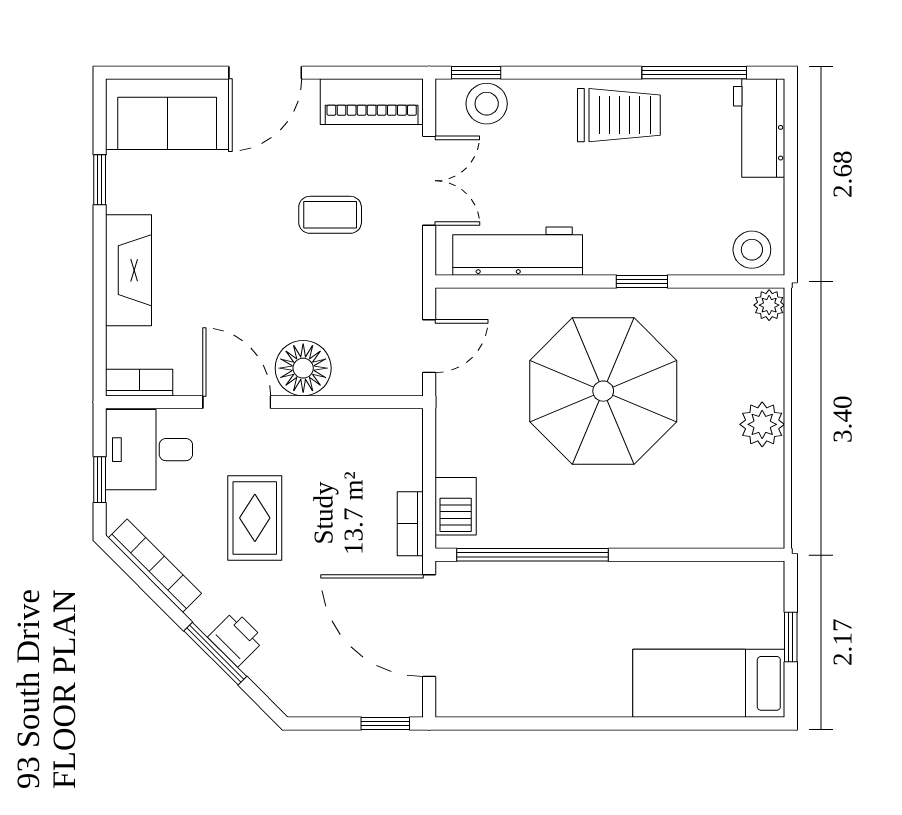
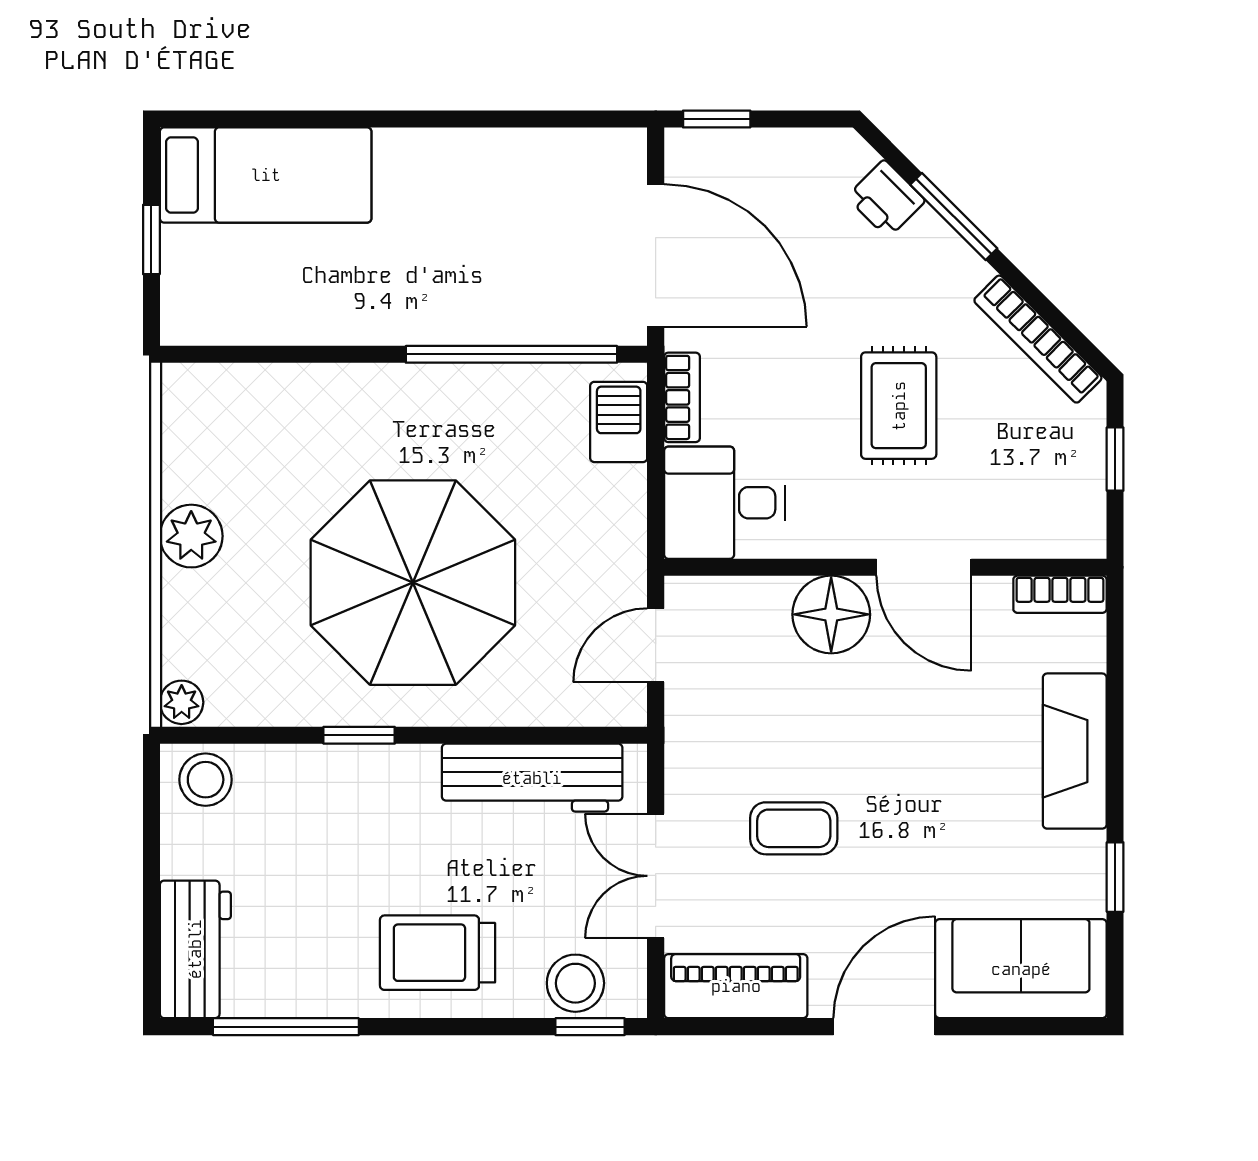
trolley: (619, 115) -> (438, 953), moved
desk: (149, 450) -> (725, 503), moved, turned 180
printer: (236, 639) -> (886, 199), moved

